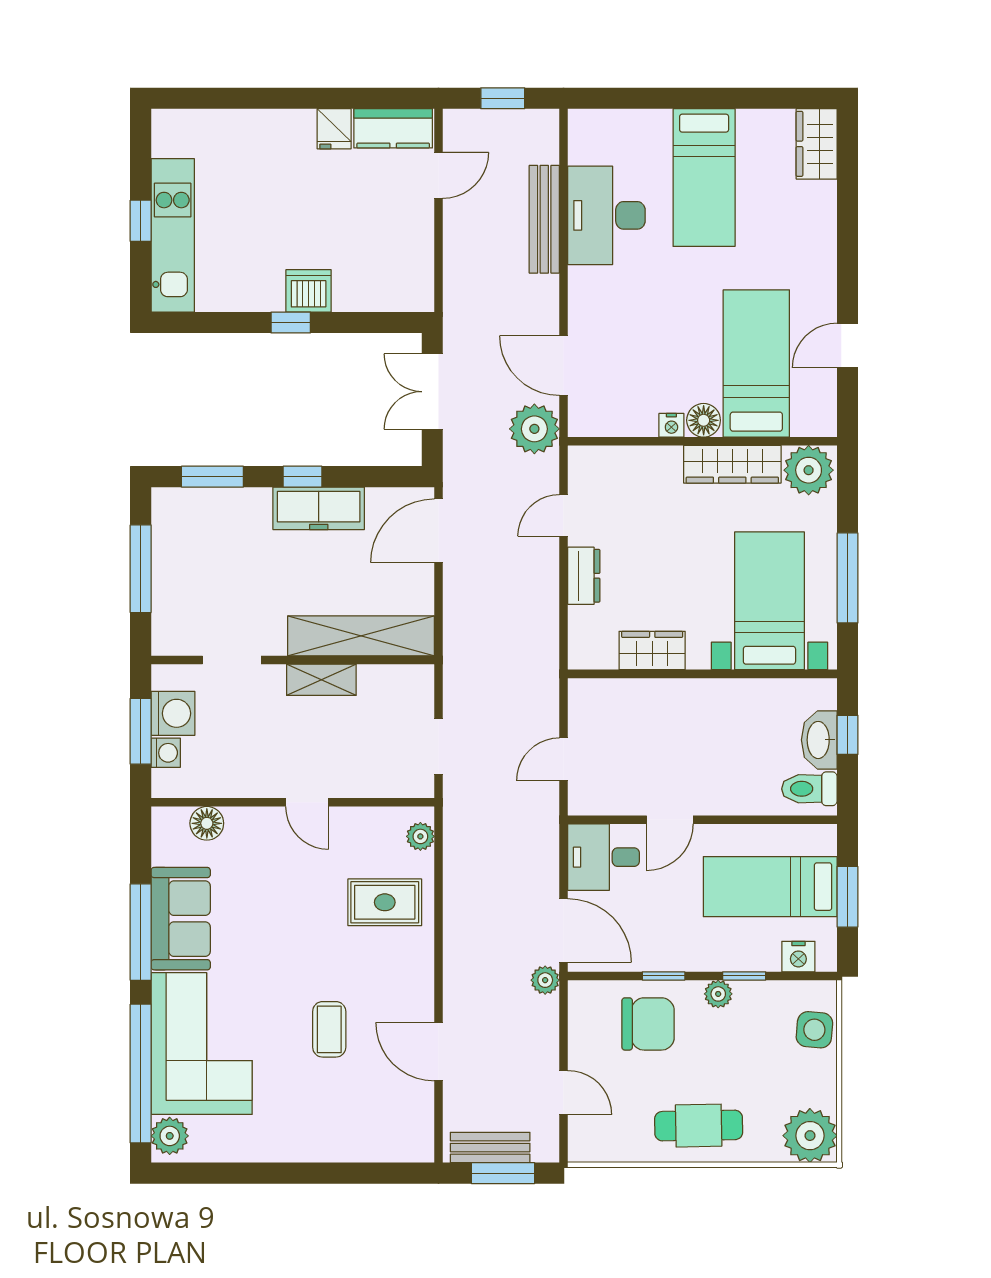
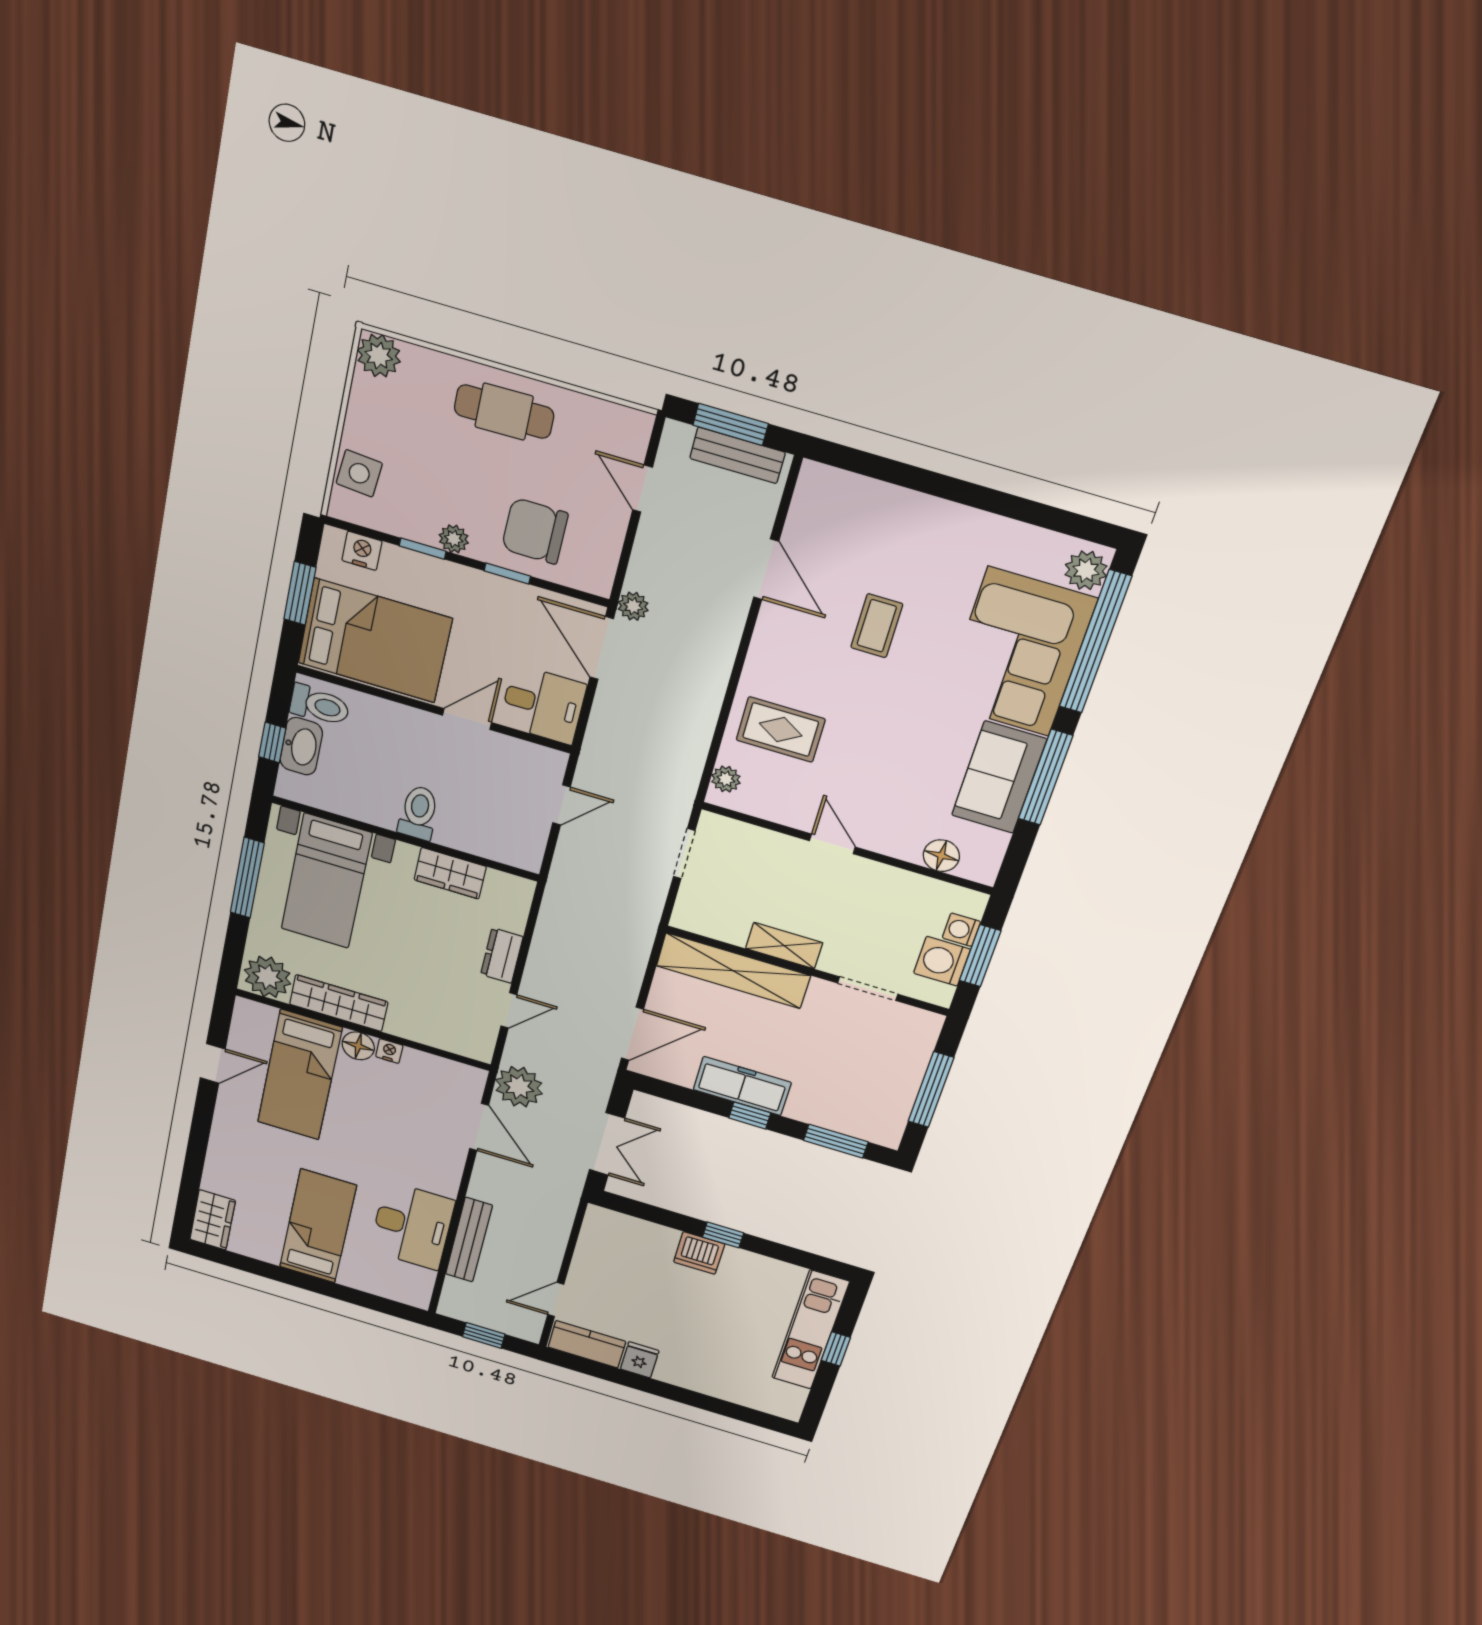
toilet: (695, 706) -> (418, 813), added
bed: (770, 887) -> (375, 641), width x1.50
plant: (810, 1136) -> (379, 356), width x0.73, depth x0.73

